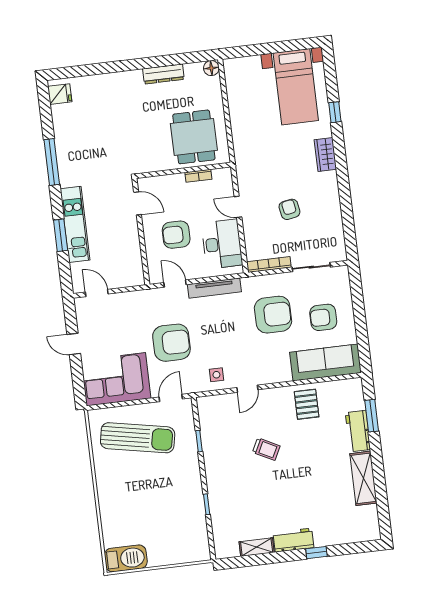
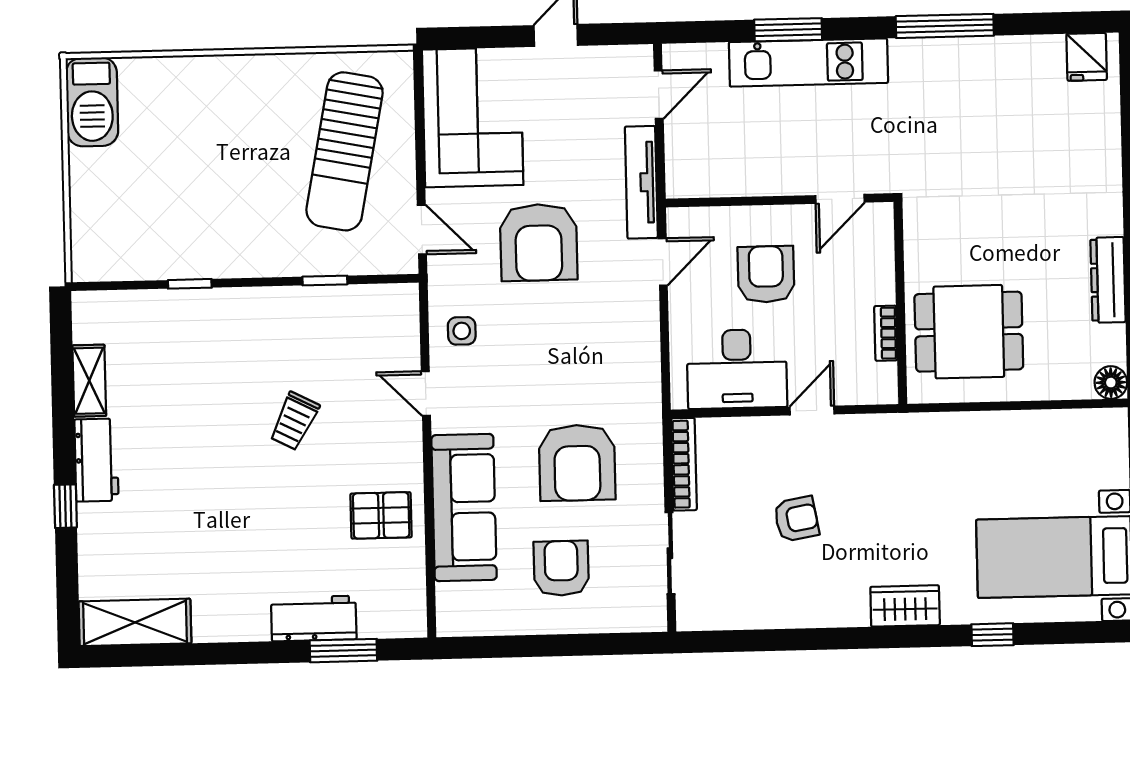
tv unit: (214, 288) -> (641, 182), moved
sofa: (325, 362) -> (464, 508), moved
shelving: (363, 478) -> (135, 622), moved

